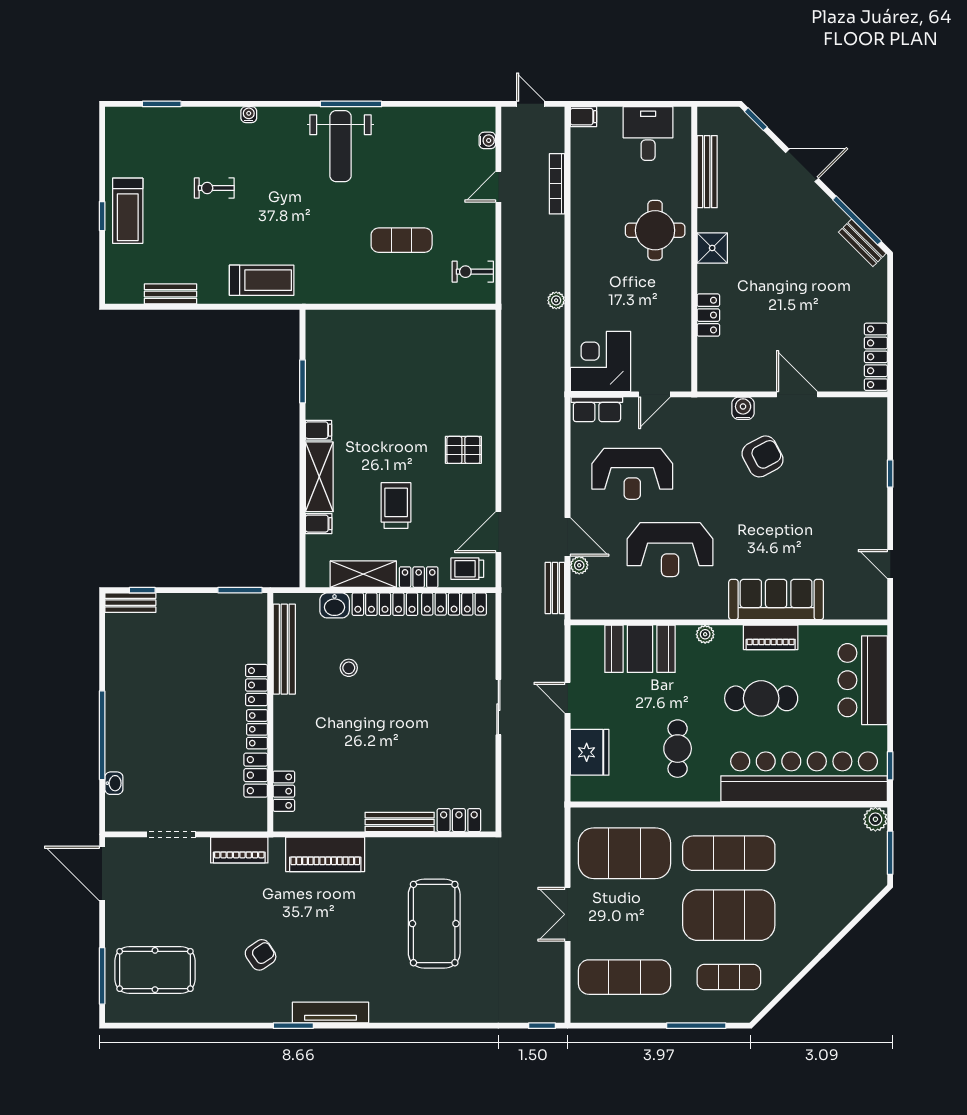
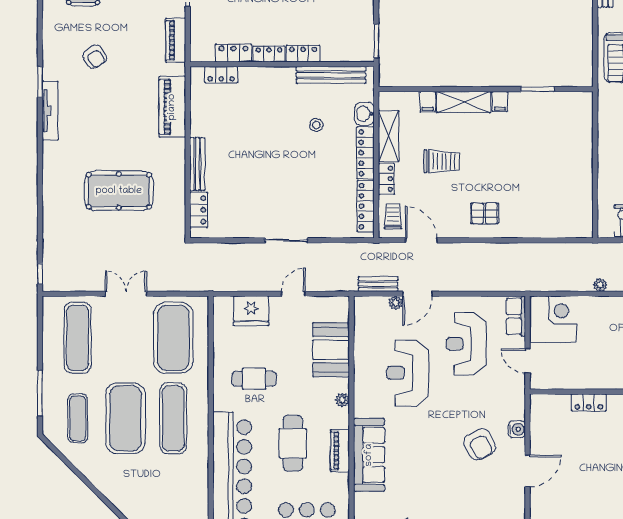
pallet: (463, 450) -> (485, 213), turned 90

